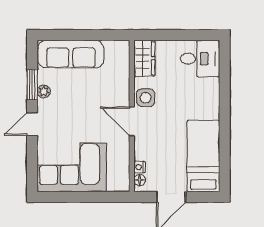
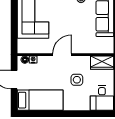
side table: (146, 98) -> (77, 80), moved

